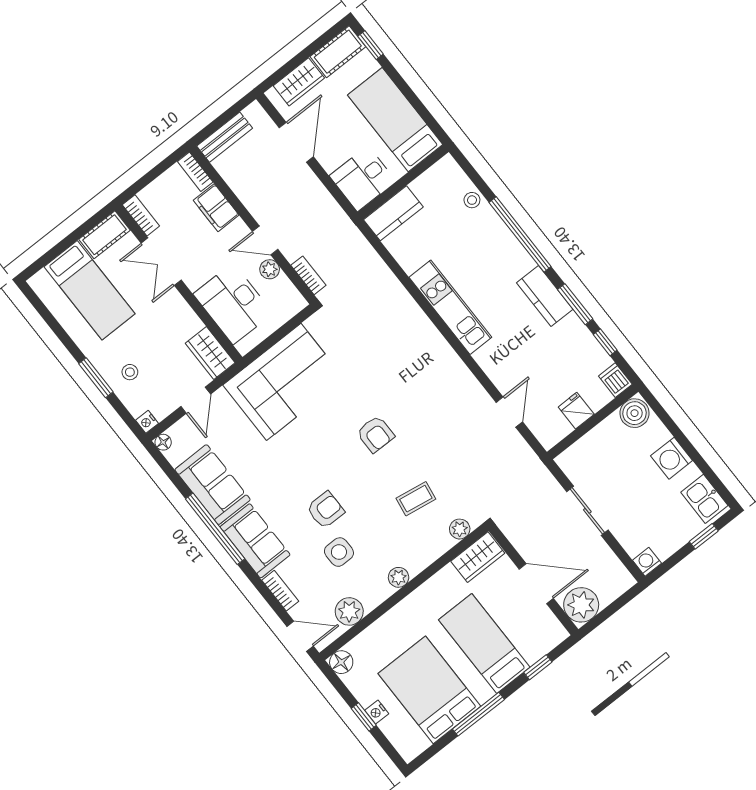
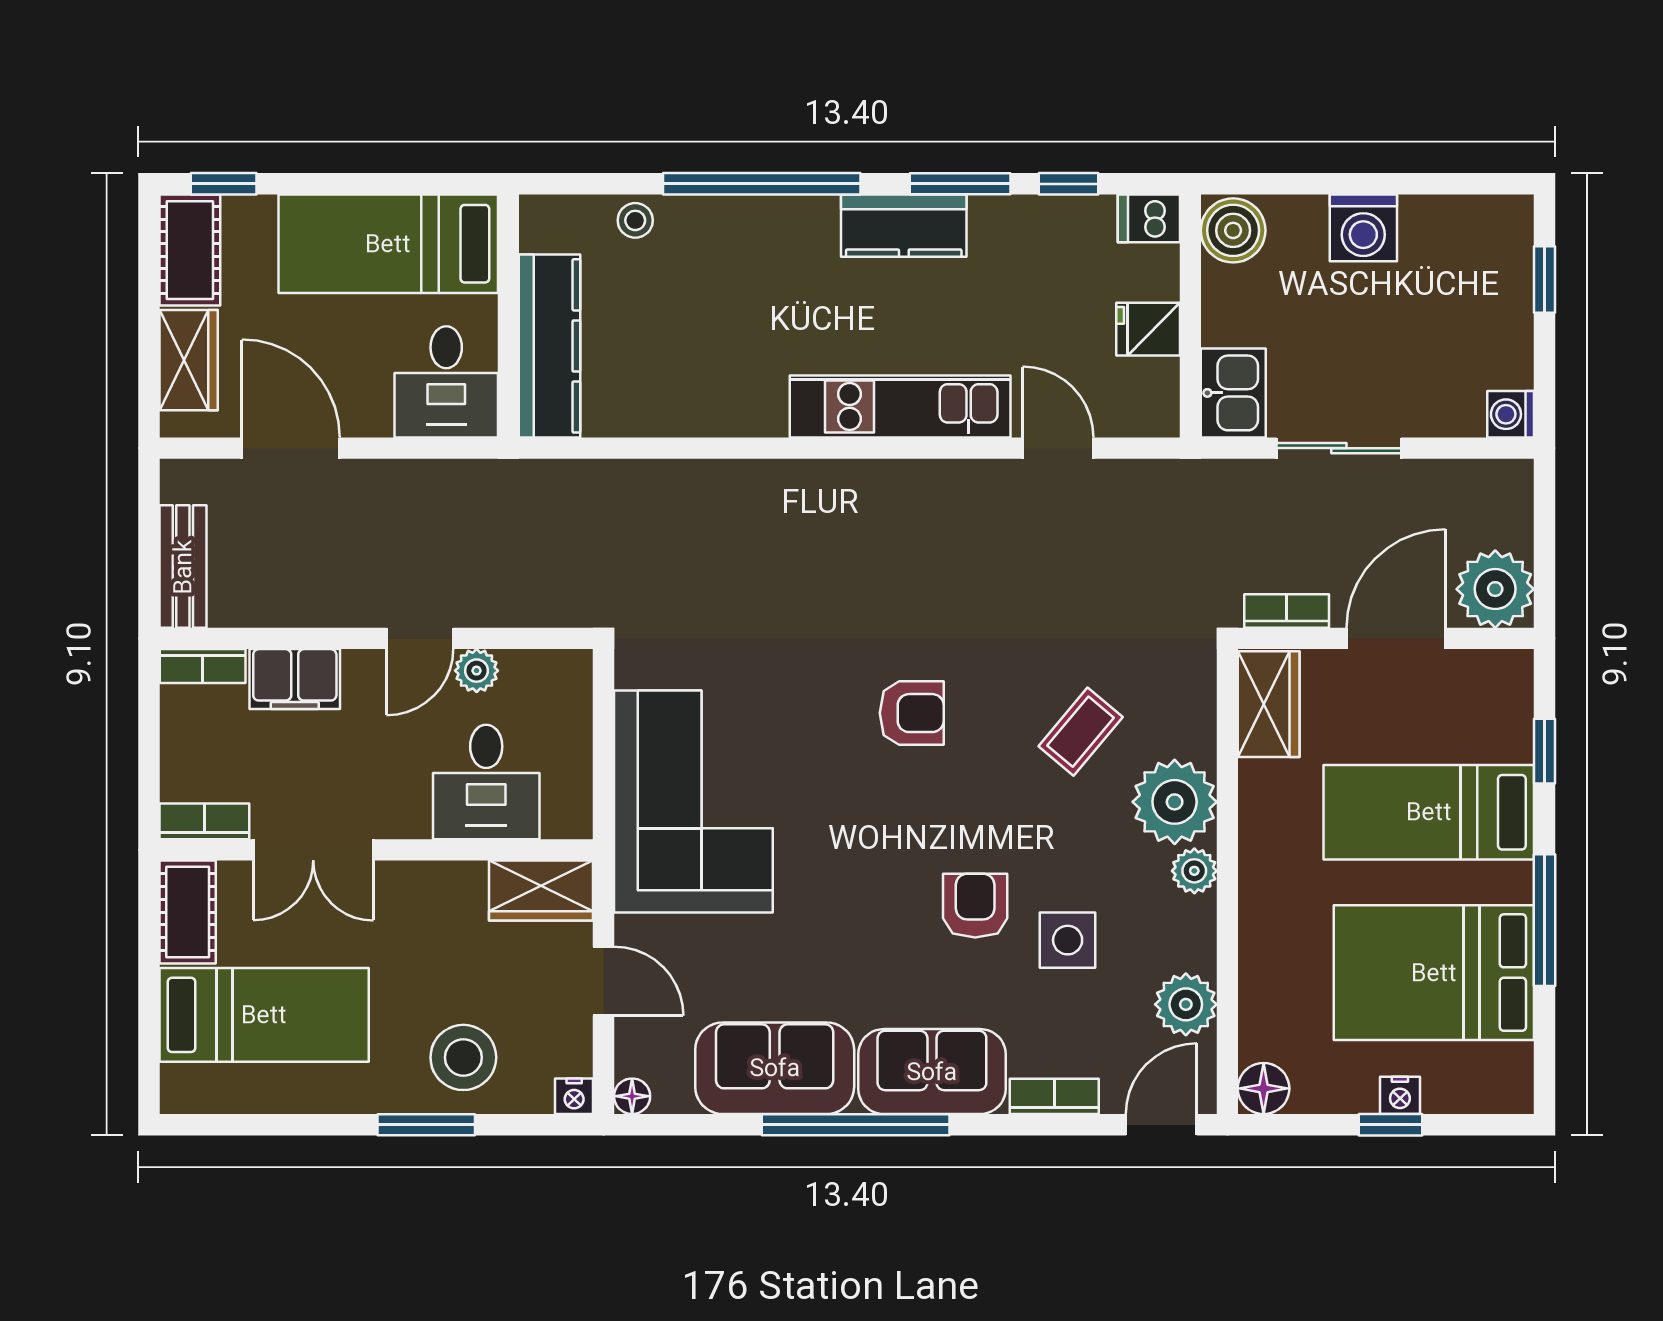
kitchen counter: (393, 213) -> (550, 346), width x1.50
bookcase: (308, 275) -> (1287, 611), moved
desk: (233, 304) -> (486, 782), width x0.73
kitchen unit: (450, 307) -> (900, 406), moved
stool: (130, 372) -> (463, 1057), width x1.89, depth x1.89
coffee table: (416, 499) -> (1081, 732), turned 31
kitchen sink: (704, 499) -> (1233, 393), moved, turned -90
plant: (460, 529) -> (1175, 802), moved, width x1.87, depth x1.87

